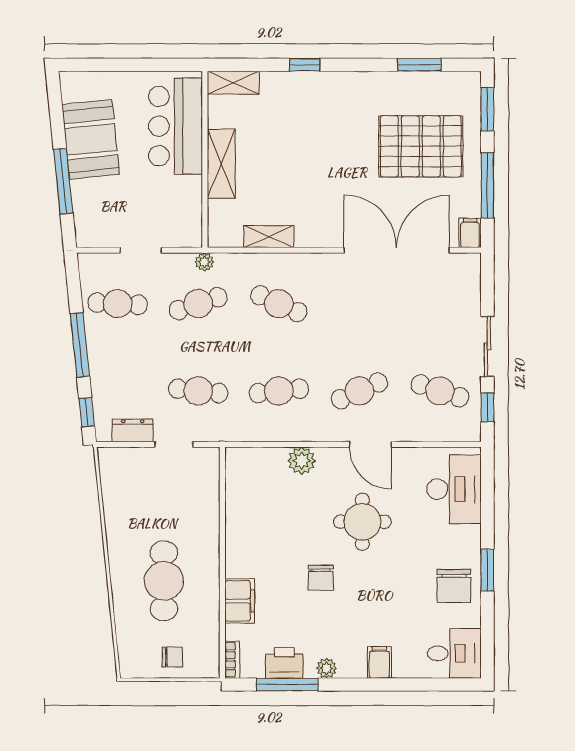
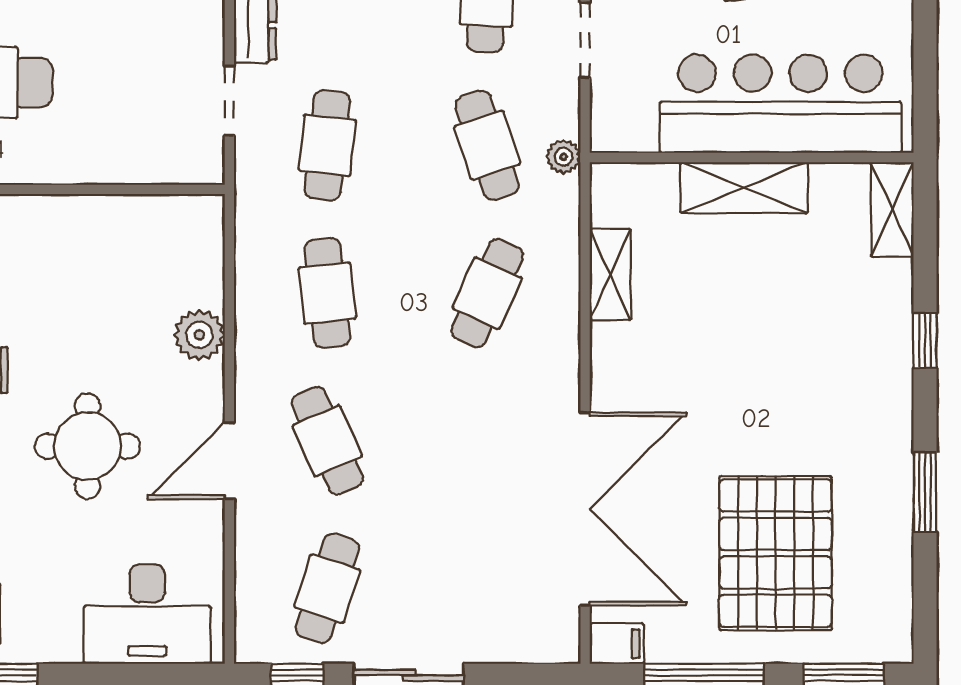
window: (419, 65) -> (925, 492), moved
bar counter: (176, 126) -> (780, 104), width x1.36

